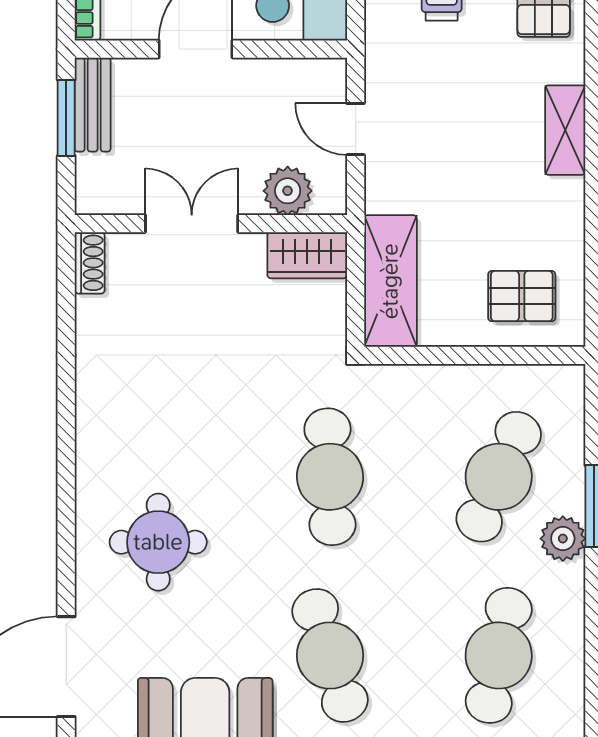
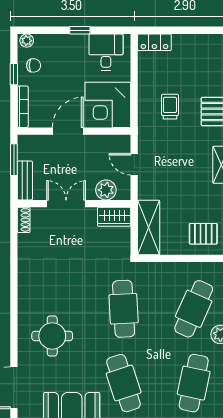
bench: (93, 105) -> (25, 180), moved

